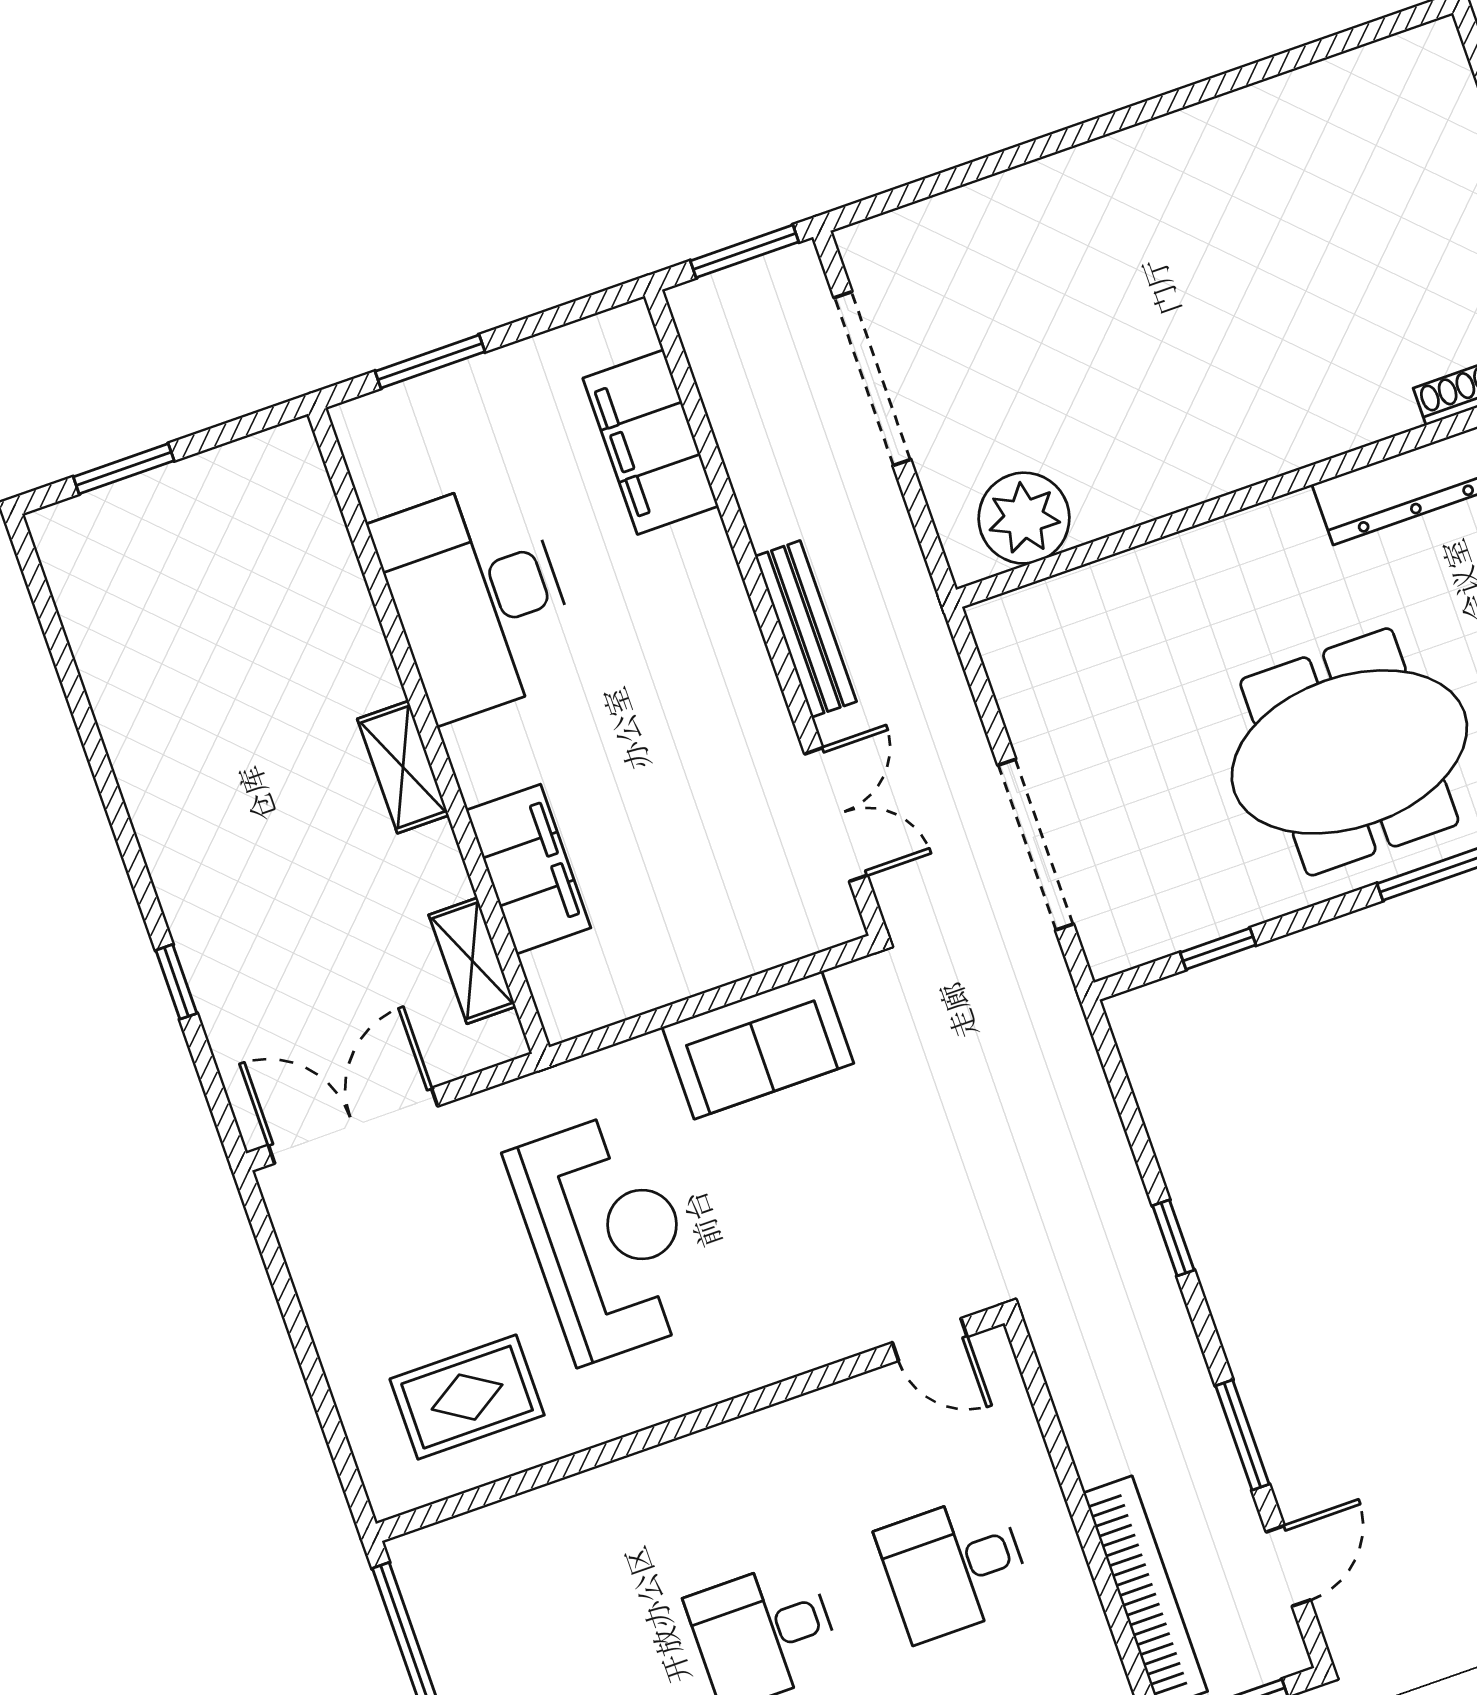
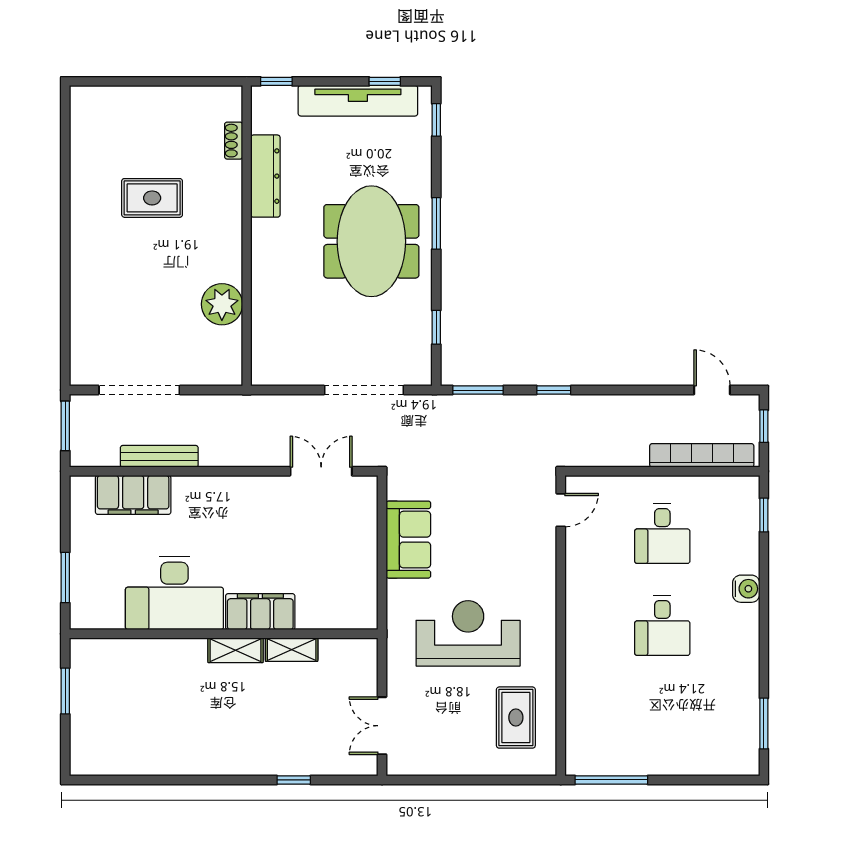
rug: (1280, 266) -> (152, 198), added
window: (124, 469) -> (65, 691), moved
plant: (1024, 518) -> (222, 304), moved
bench: (806, 629) -> (159, 456), moved
filing cabinet: (528, 869) -> (260, 612), moved
shelving: (472, 961) -> (292, 650), moved
double door: (353, 1126) -> (382, 726), width x0.73
window: (1242, 1435) -> (478, 390), moved

